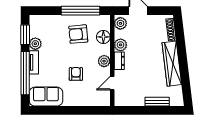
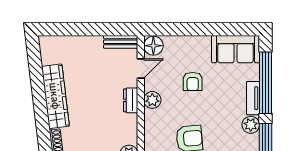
floor lamp: (103, 37) -> (153, 46), moved
plant: (121, 45) -> (129, 123), removed
bench: (157, 102) -> (121, 42), moved

